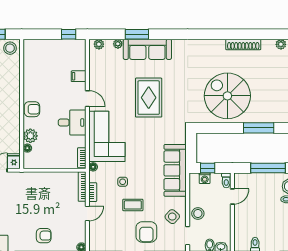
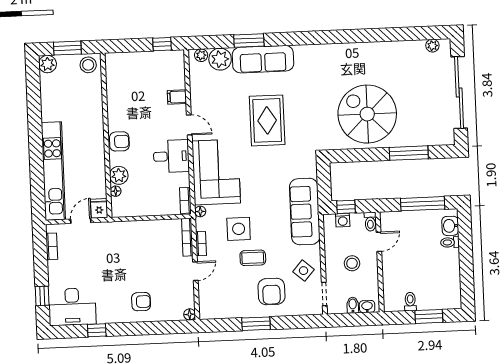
plant: (118, 44) -> (220, 59), width x1.87, depth x1.87
shoe rack: (243, 45) -> (385, 48), removed
side table: (123, 182) -> (239, 229), width x1.87, depth x1.87
stool: (198, 213) -> (352, 263), moved

